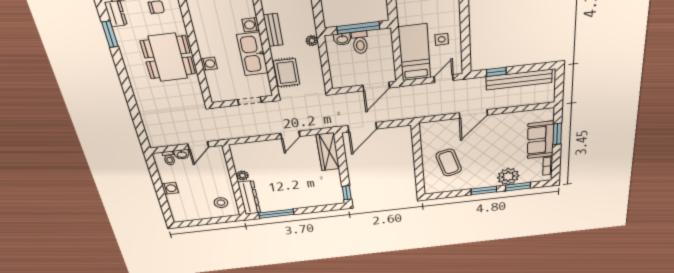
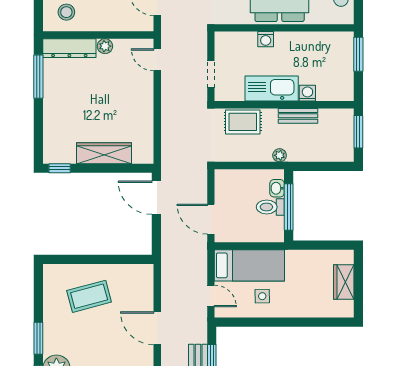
door: (290, 135) -> (157, 60), moved
wardrobe: (328, 152) -> (104, 153), moved

